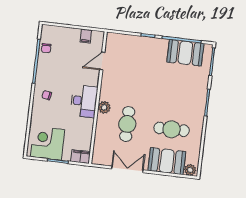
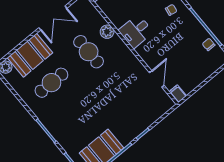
filing cabinet: (86, 36) -> (178, 94), moved
desk: (84, 101) -> (136, 31), width x0.73
plant: (104, 107) -> (107, 32), moved

